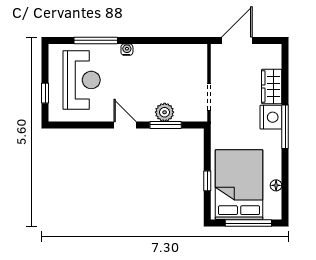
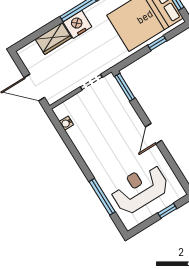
water cooler: (127, 50) -> (66, 123), moved
plant: (165, 112) -> (125, 109), removed
window: (166, 125) -> (125, 87), moved

